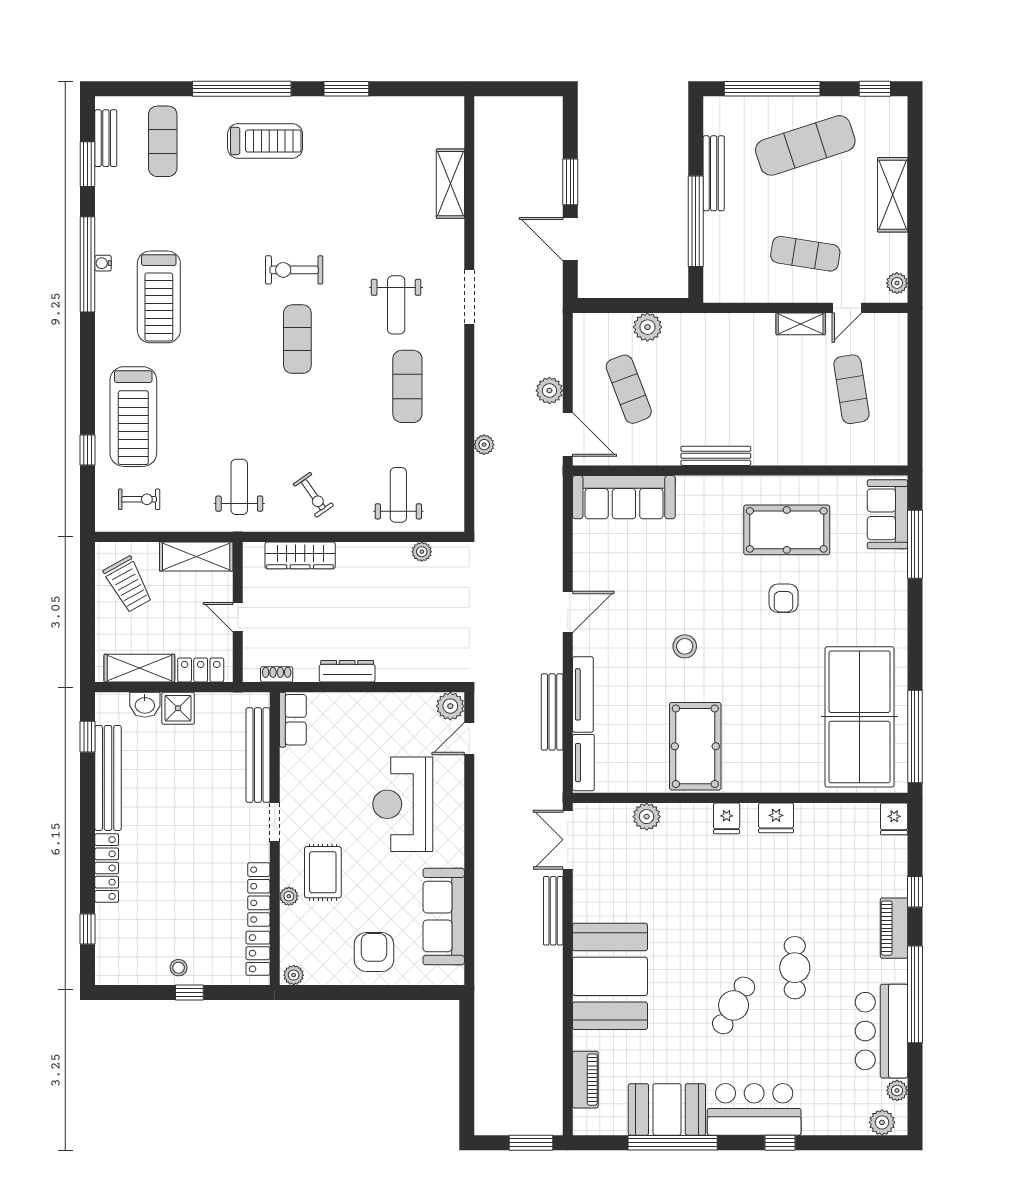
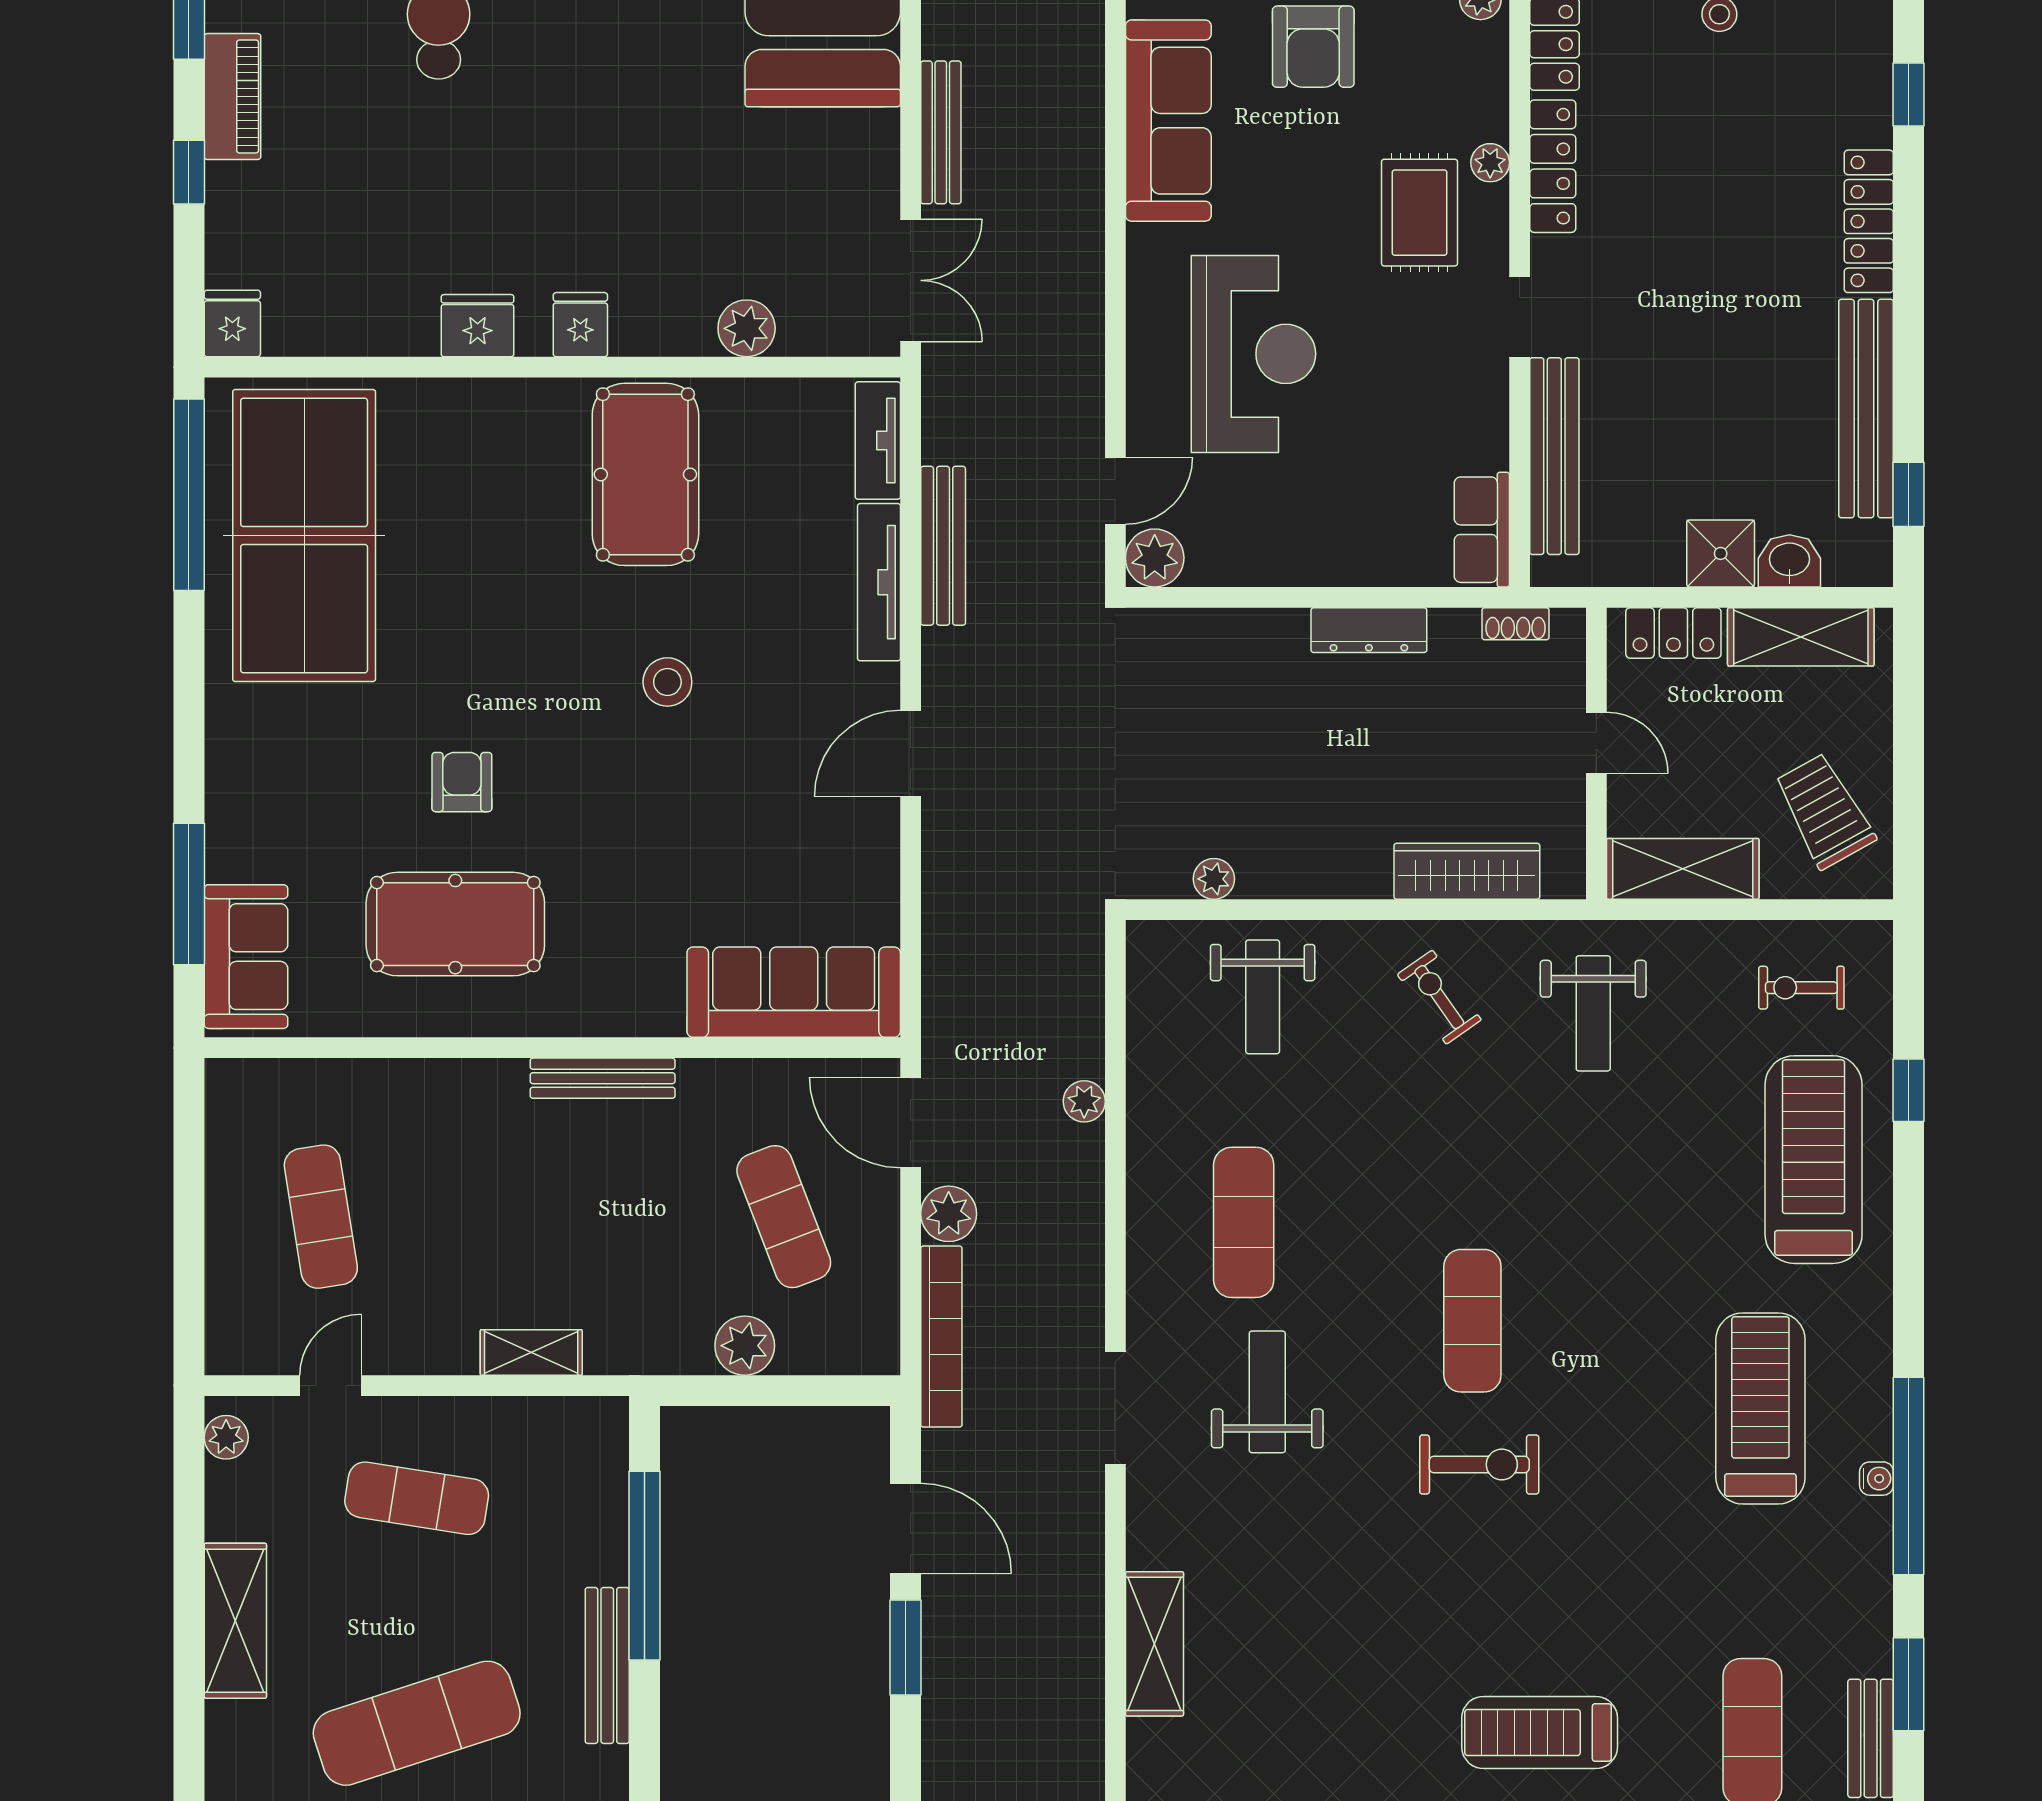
shelving: (801, 324) -> (531, 1352), moved
bookcase: (553, 332) -> (941, 1336), added

